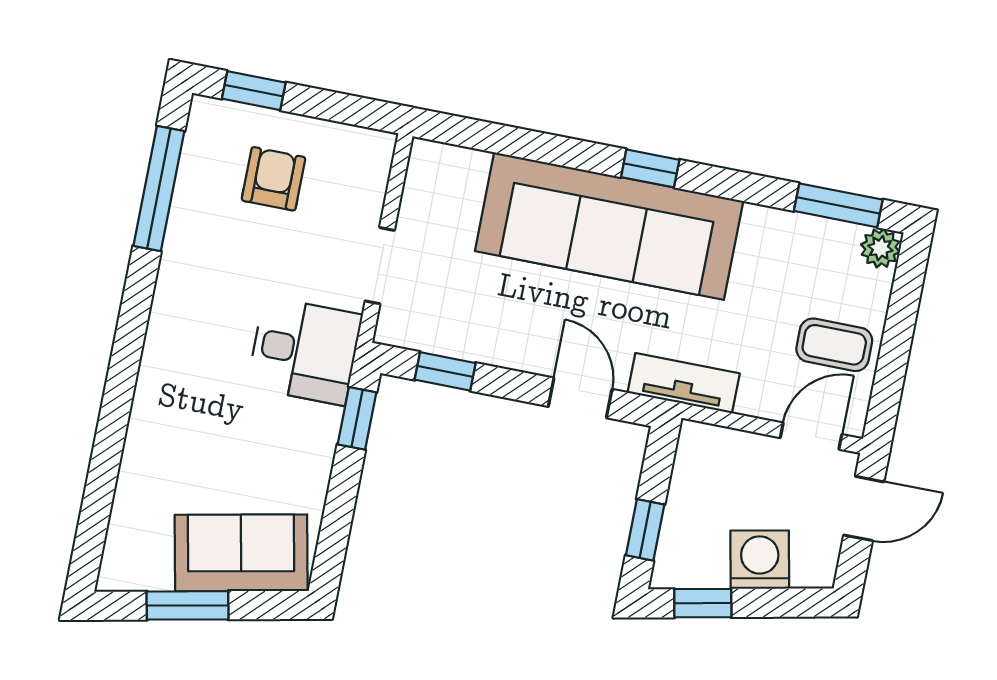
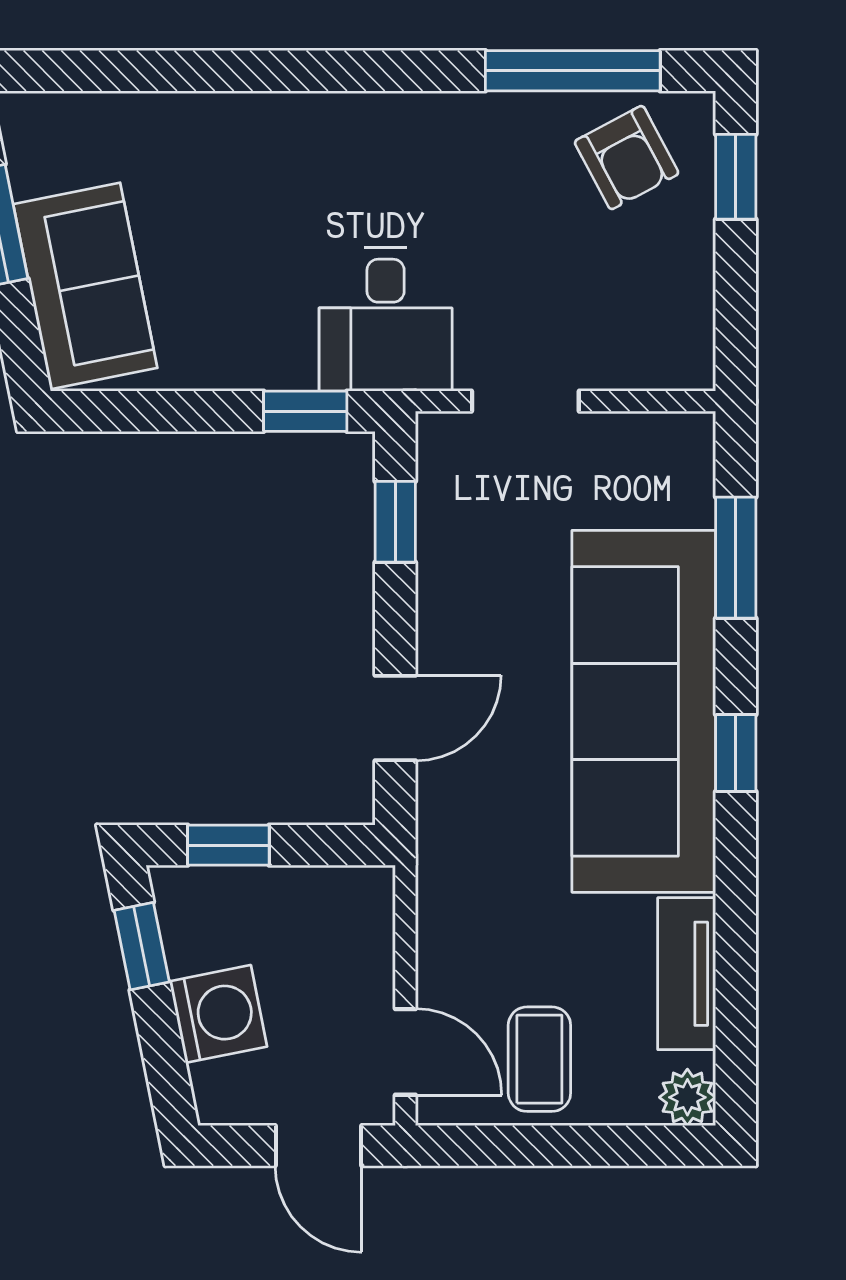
armchair: (273, 179) -> (627, 158), moved, turned 62
window: (838, 205) -> (736, 558), moved
tv unit: (684, 383) -> (687, 974), moved, turned 180

